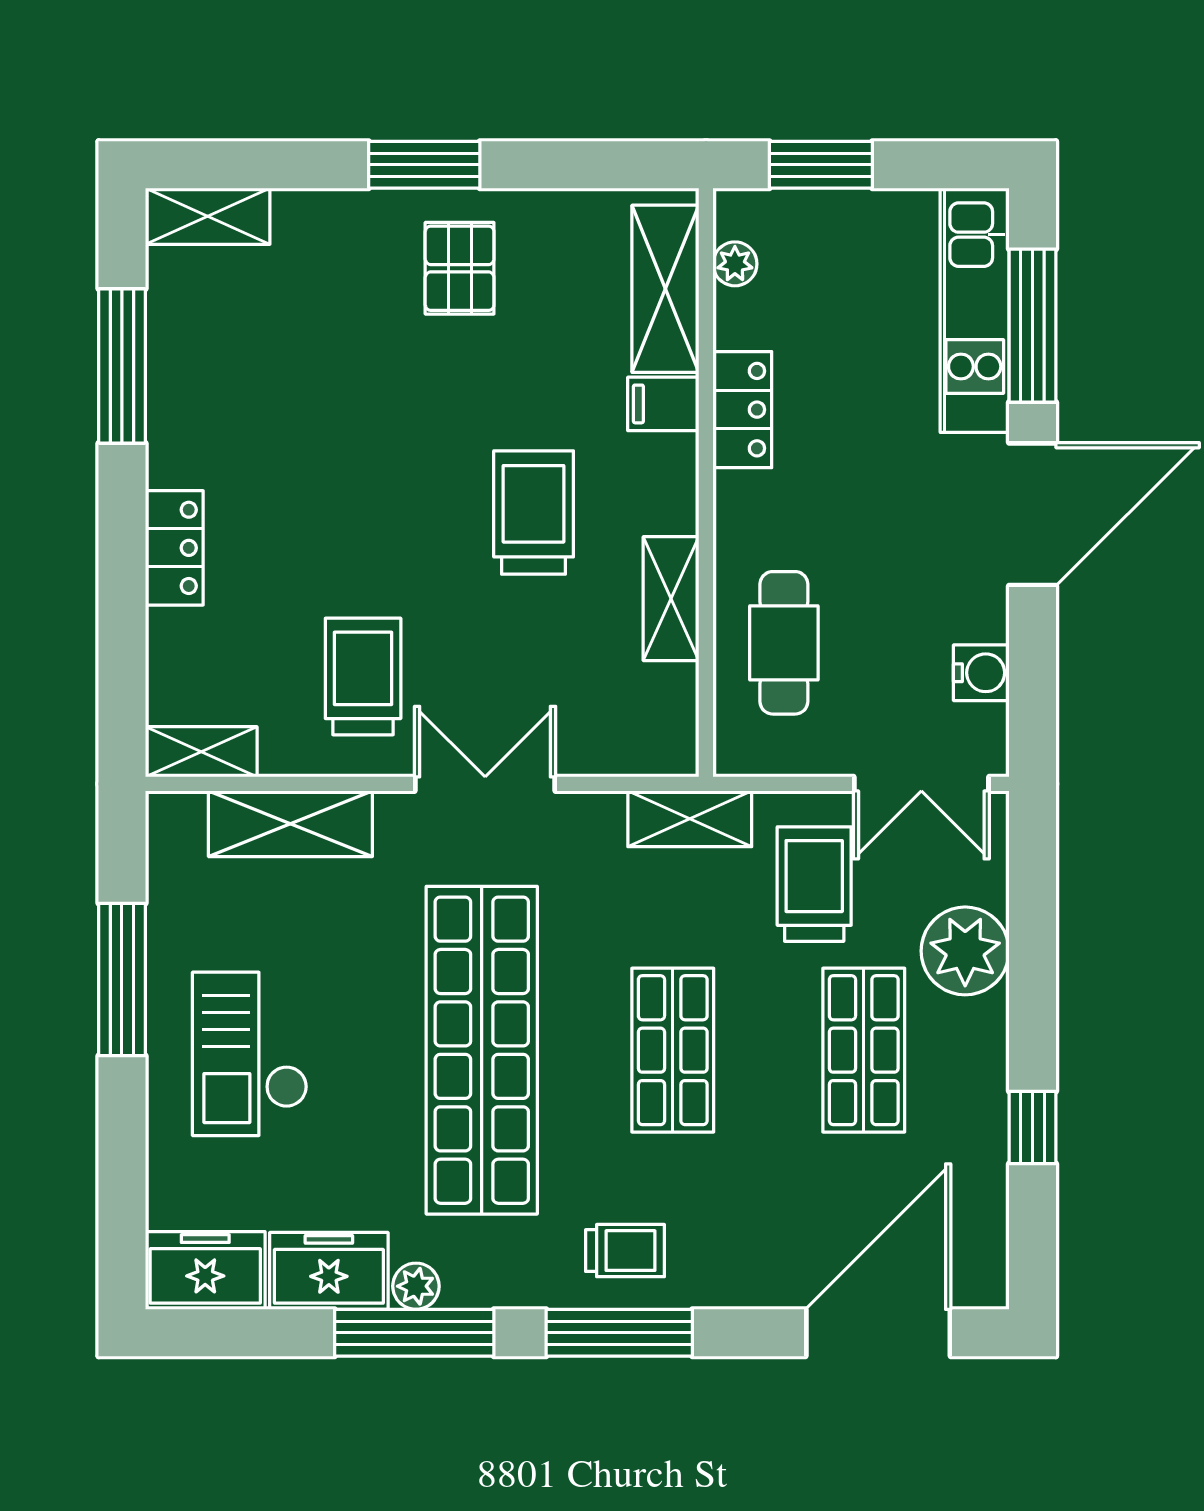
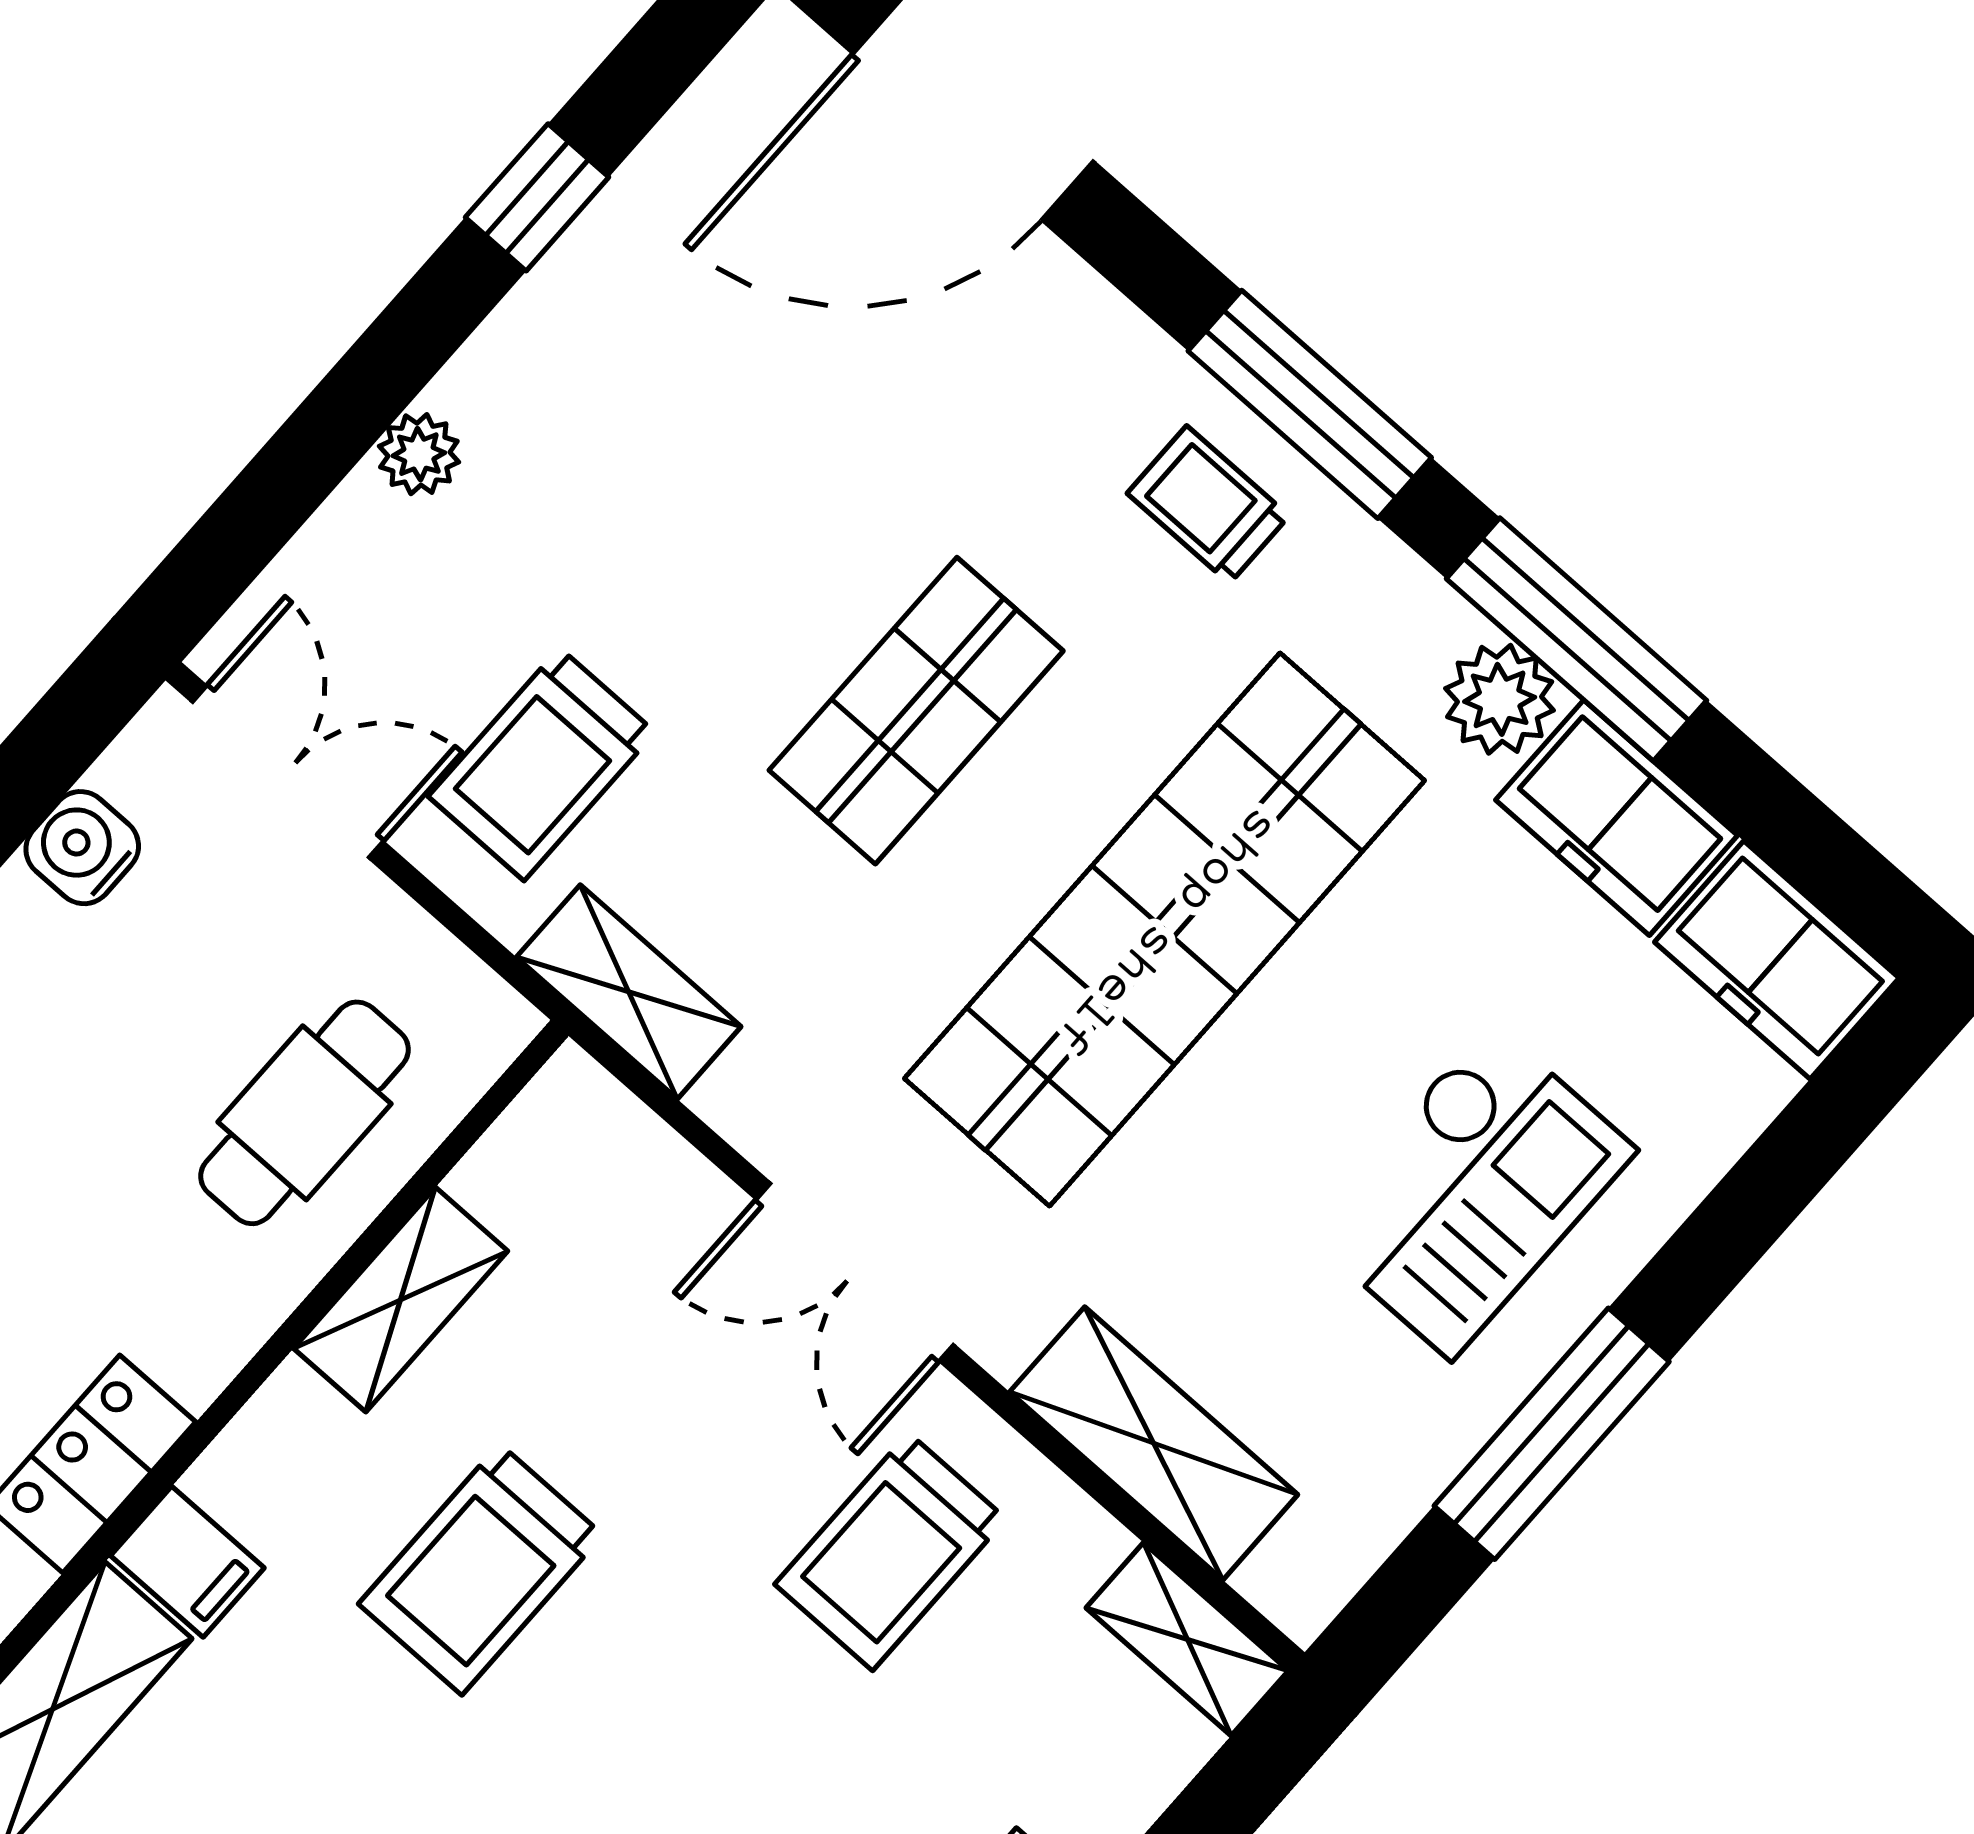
plant: (965, 951) -> (419, 454), width x0.53, depth x0.53
shop shelf: (864, 1050) -> (668, 492), removed
plant: (416, 1286) -> (1500, 699), width x1.38, depth x1.38

